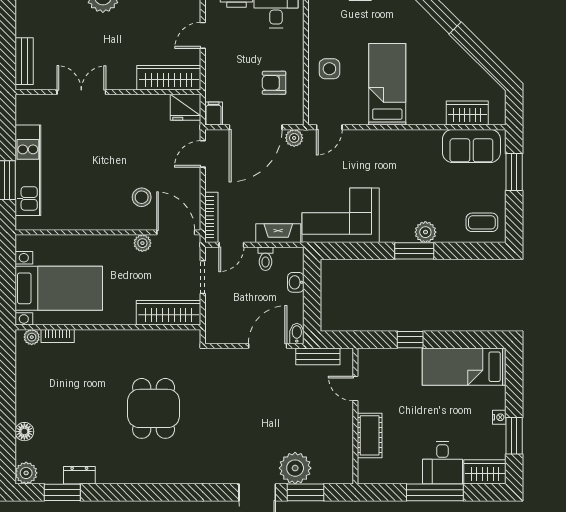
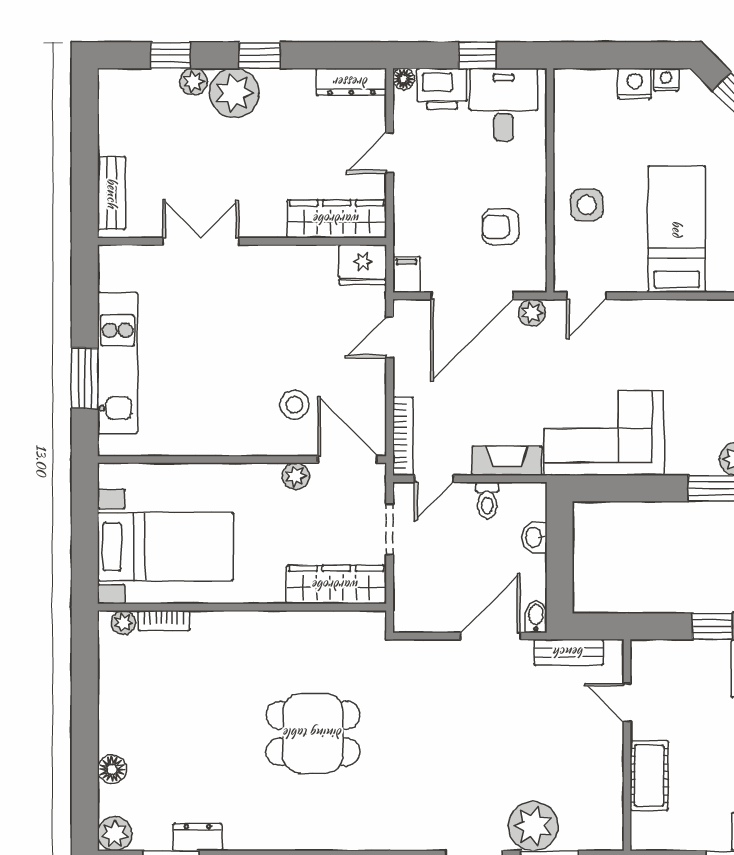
dining table: (154, 408) -> (313, 733), turned 90

